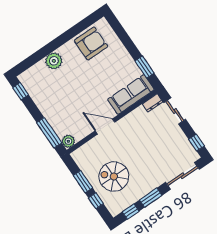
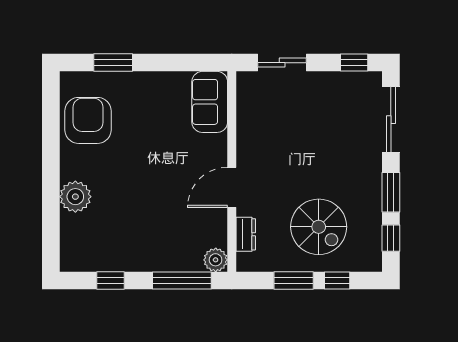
window: (144, 67) -> (113, 63), moved
window: (21, 91) -> (110, 280), moved
sofa: (131, 94) -> (210, 102), width x0.73
dresser: (153, 103) -> (246, 234), moved
spiral stairs: (114, 176) -> (319, 227), turned -90

